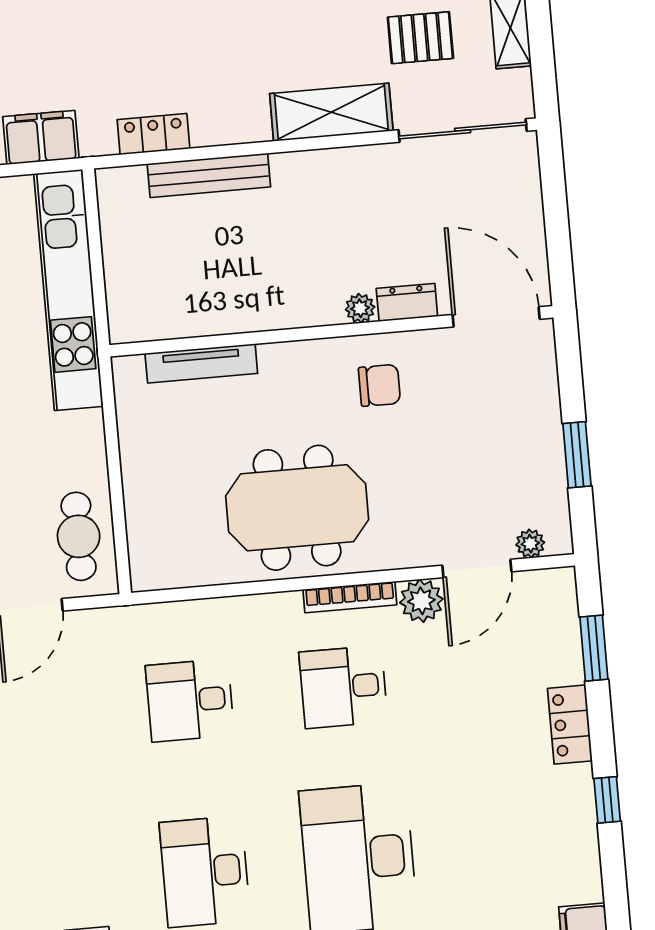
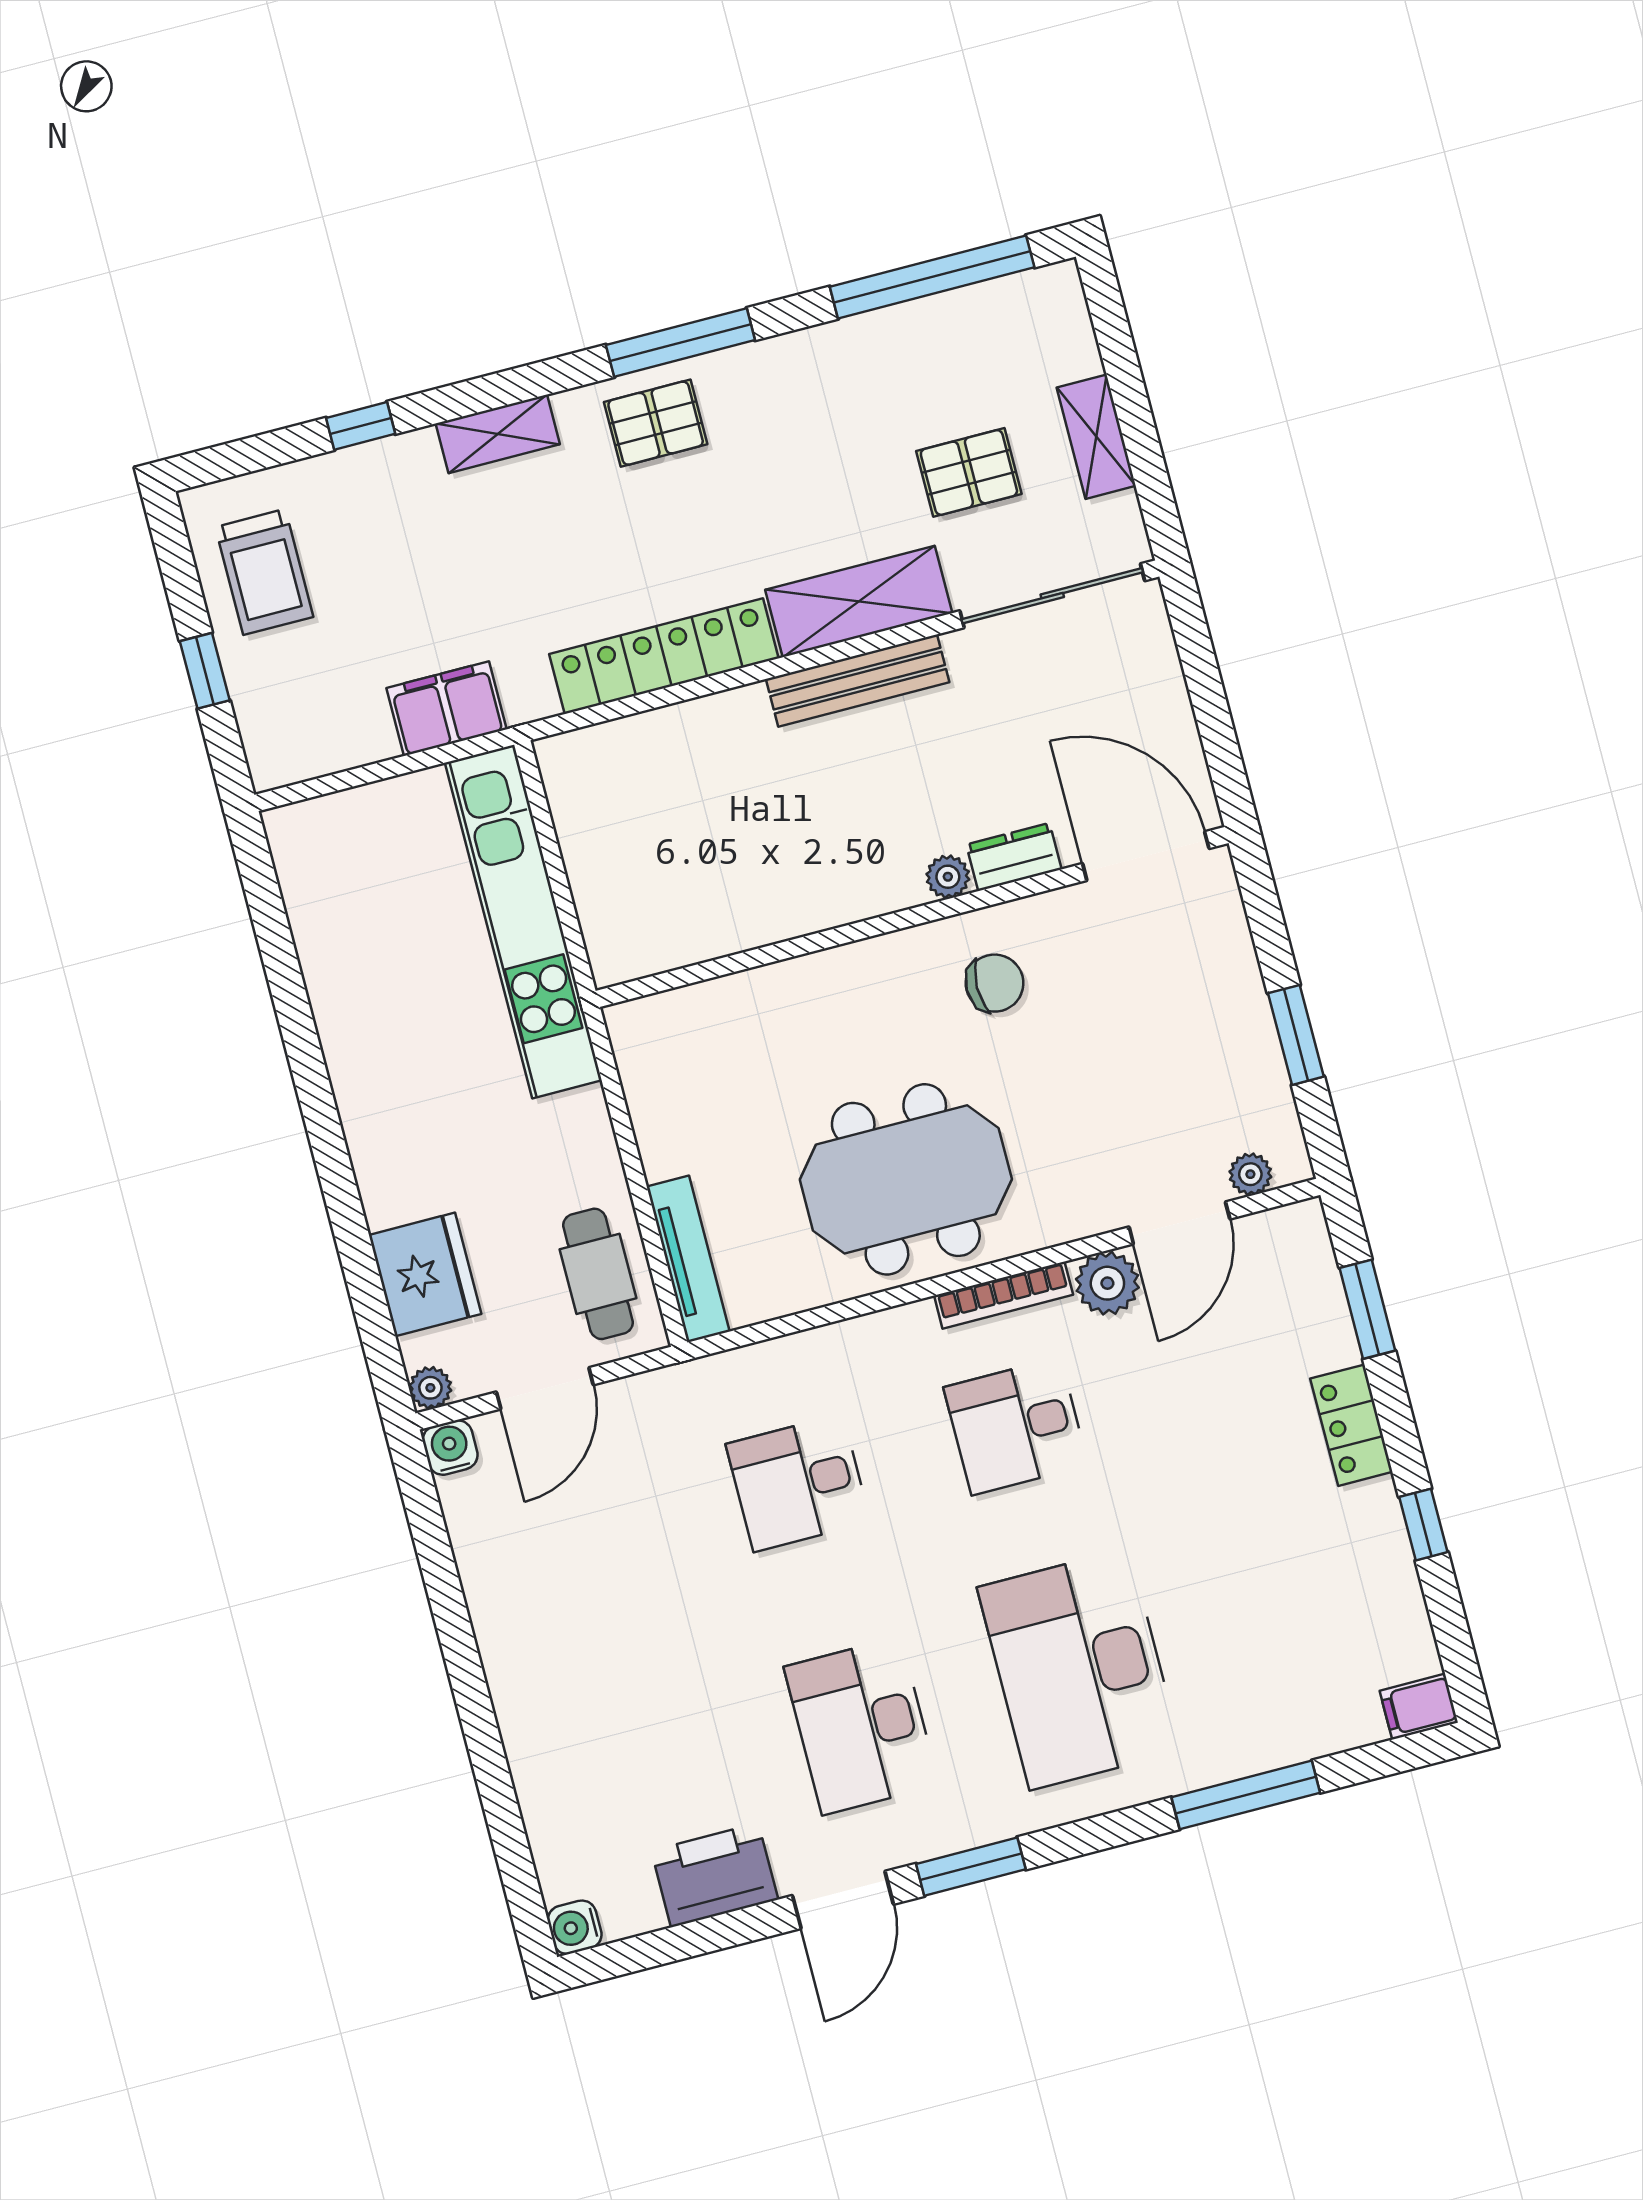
locker: (154, 134) -> (664, 656), width x2.16, depth x1.21
bench: (209, 175) -> (858, 681), moved
tv unit: (201, 363) -> (688, 1259), moved, turned -90

